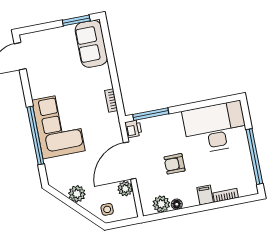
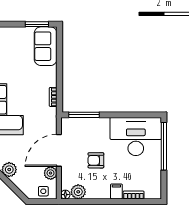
printer: (133, 129) -> (67, 124), removed
window: (254, 157) -> (164, 146), moved
floor lamp: (177, 204) -> (65, 195), moved
side table: (107, 209) -> (43, 191), moved

